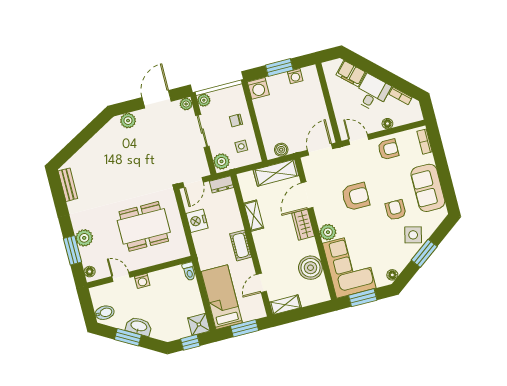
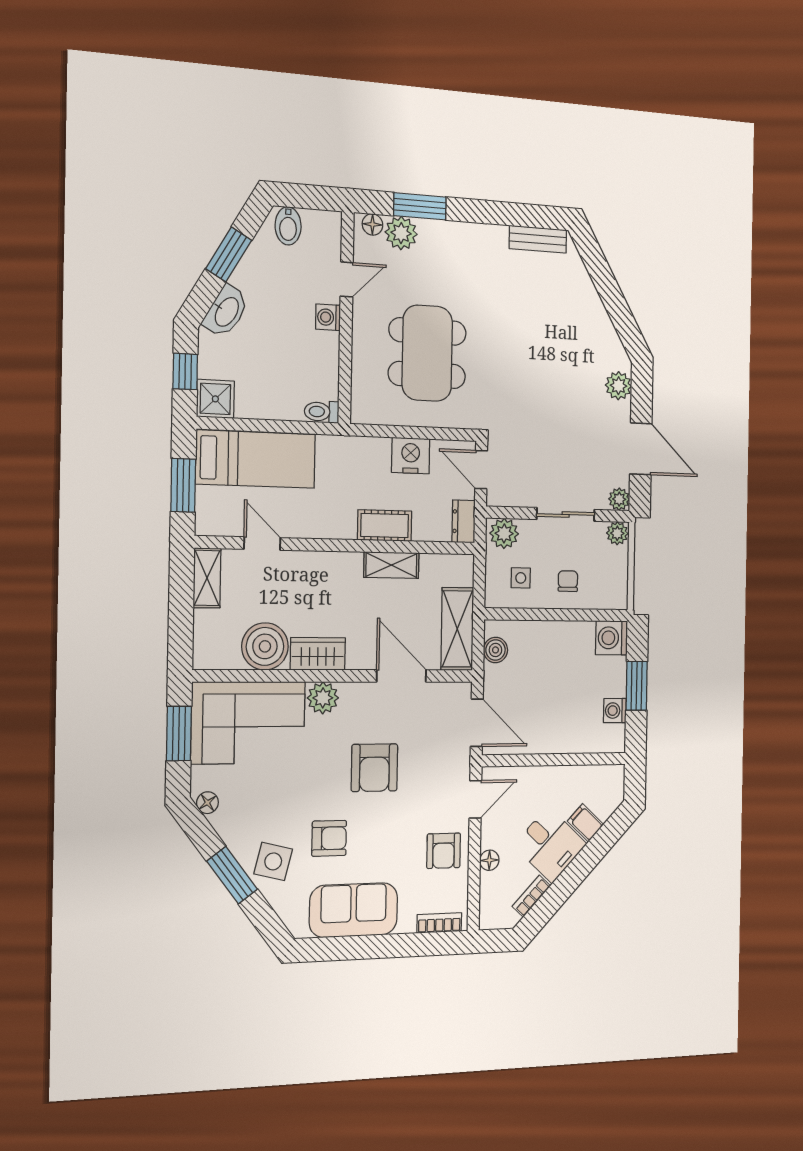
filing cabinet: (351, 73) -> (586, 823), width x0.50
wardrobe: (303, 225) -> (318, 654), moved
plant: (84, 238) -> (401, 233), moved
cot: (241, 245) -> (385, 525), moved
washbasin: (139, 326) -> (226, 311), moved

